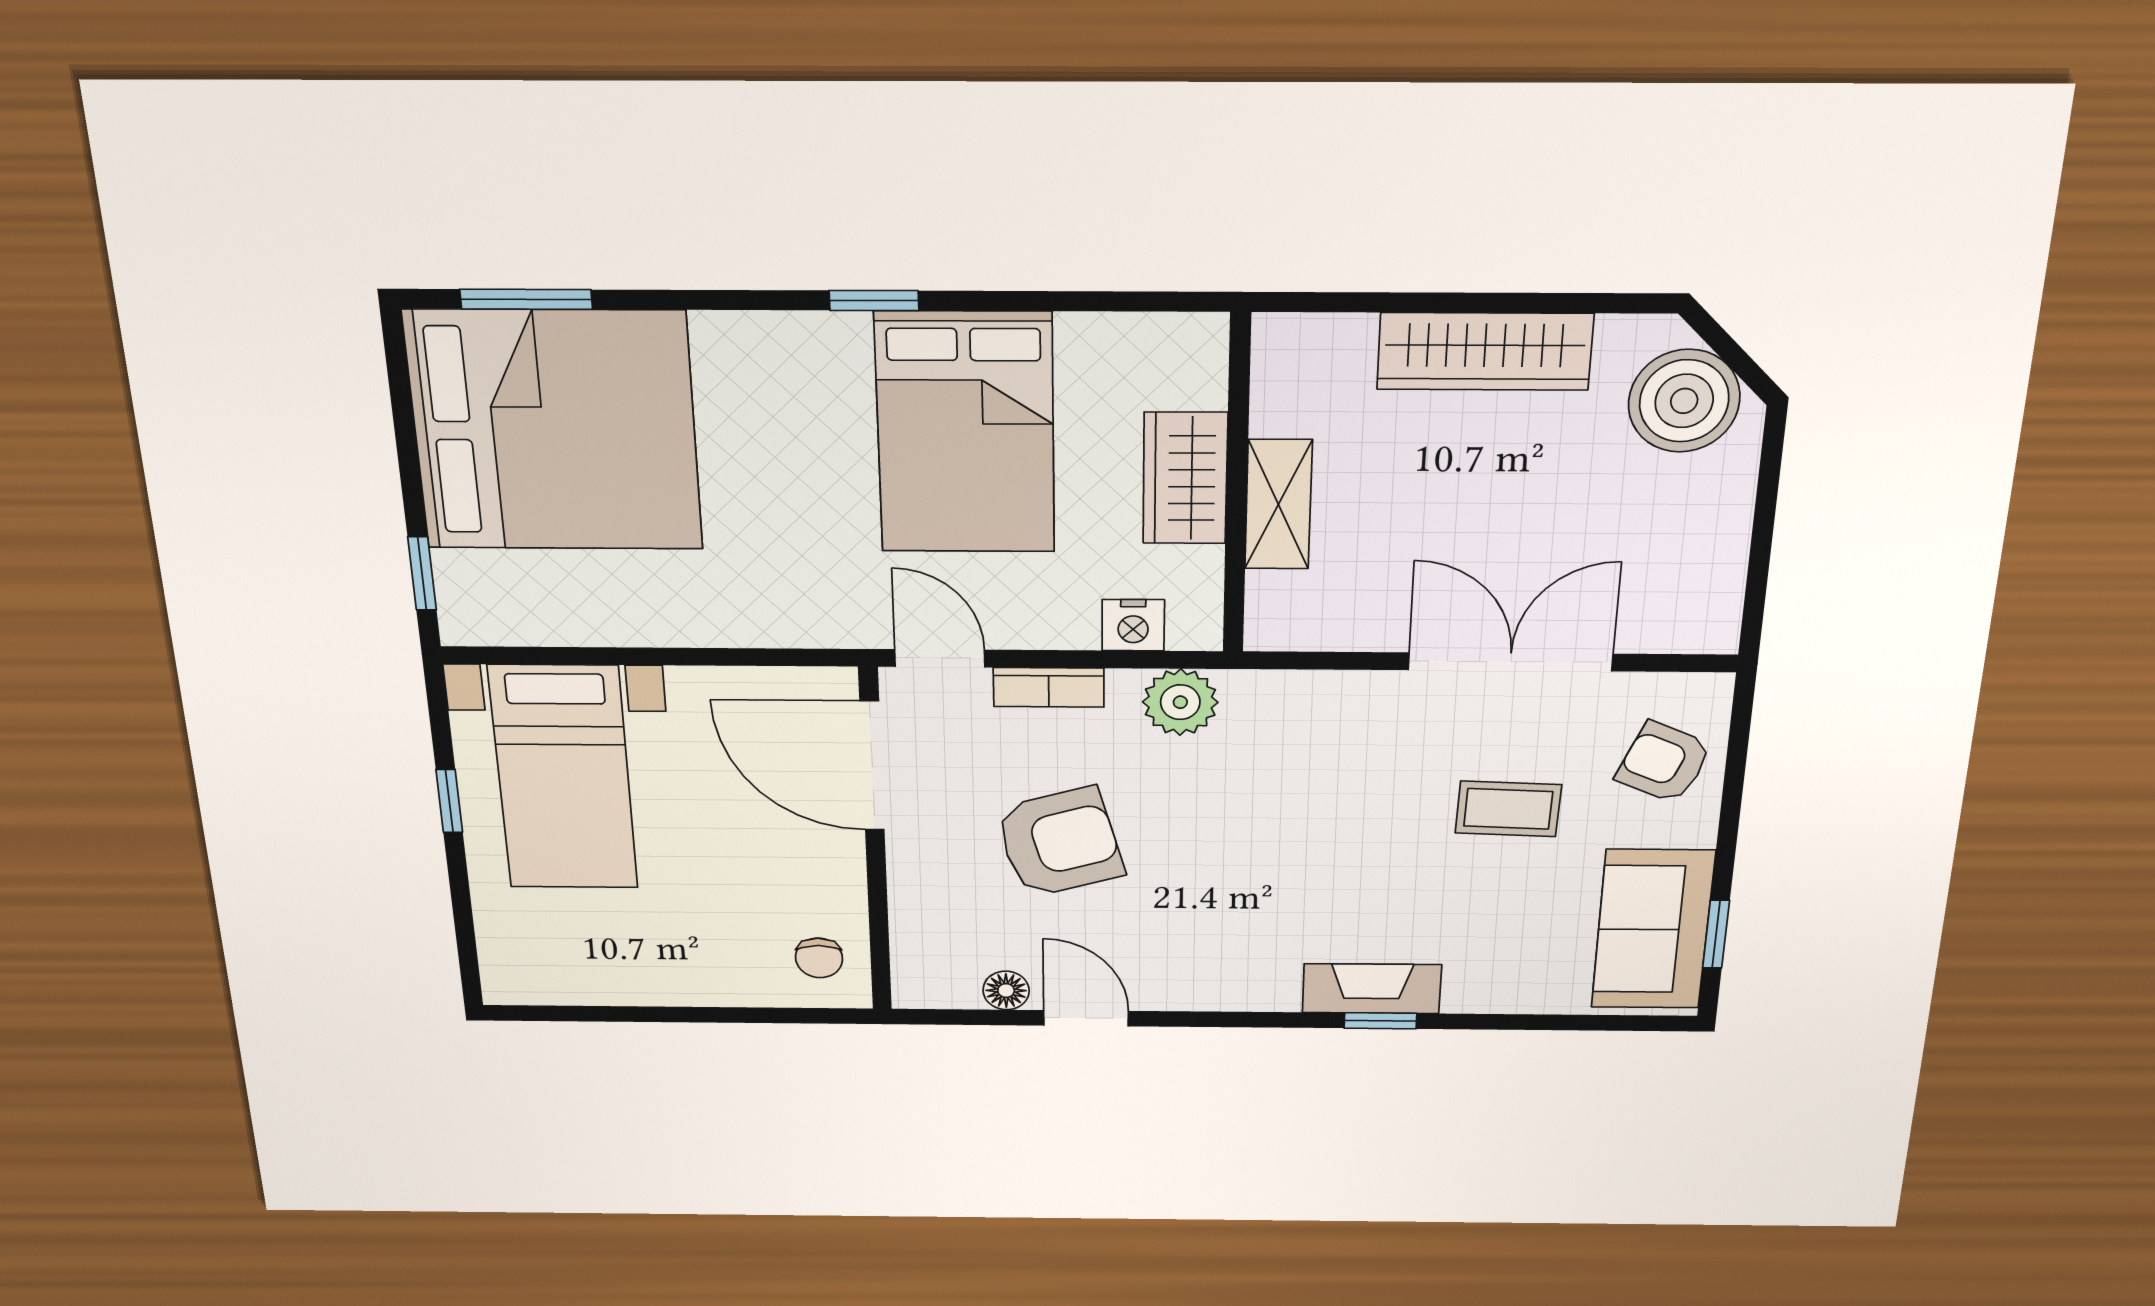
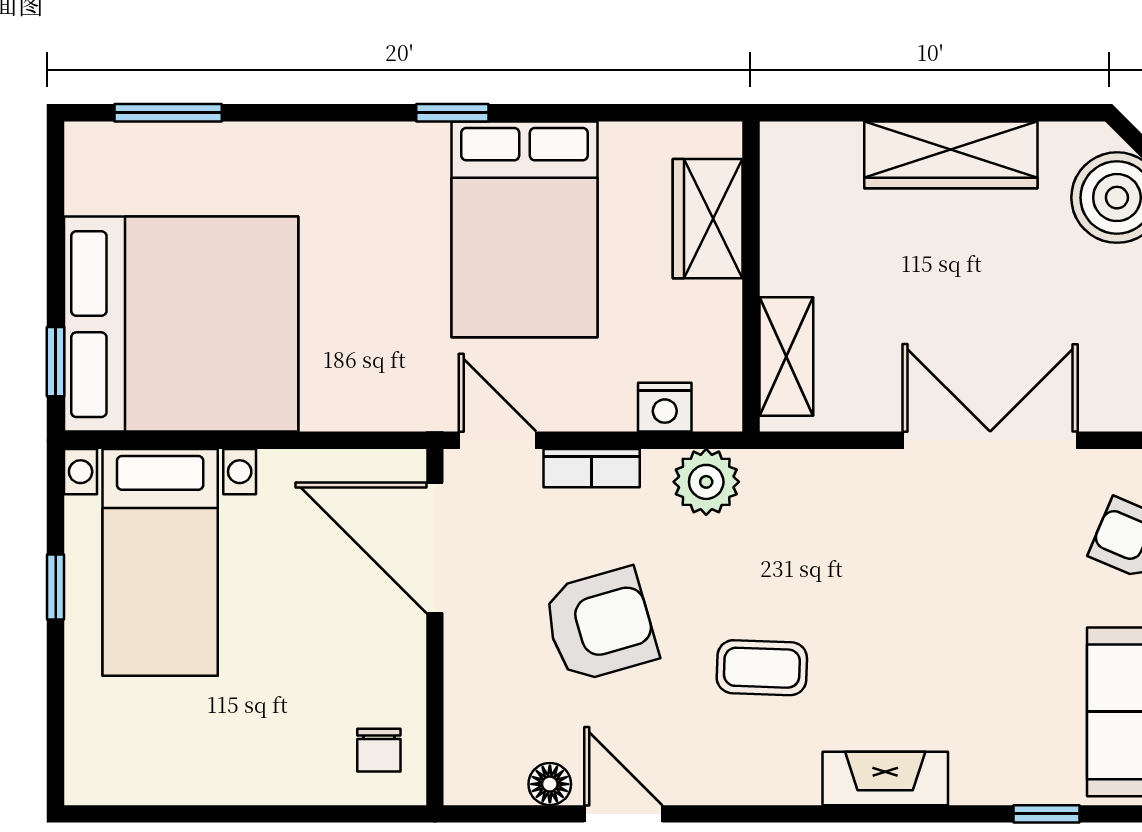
bed: (555, 431) -> (181, 324), moved
wardrobe: (1185, 478) -> (708, 219), moved
shelving: (1278, 505) -> (786, 357), moved
coffee table: (1508, 809) -> (762, 668), moved
window: (1380, 1021) -> (1046, 814), moved

